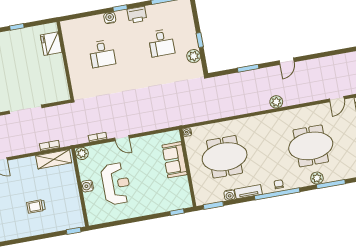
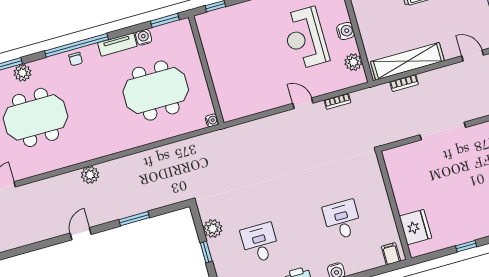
filing cabinet: (70, 27) -> (391, 254), added
plant: (82, 153) -> (353, 62), moved
shelving: (54, 159) -> (407, 61), width x1.47
sofa: (175, 160) -> (226, 80), removed

